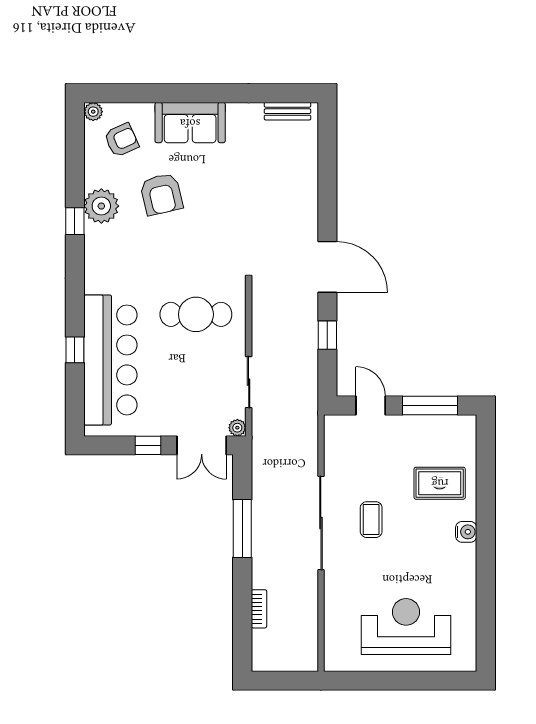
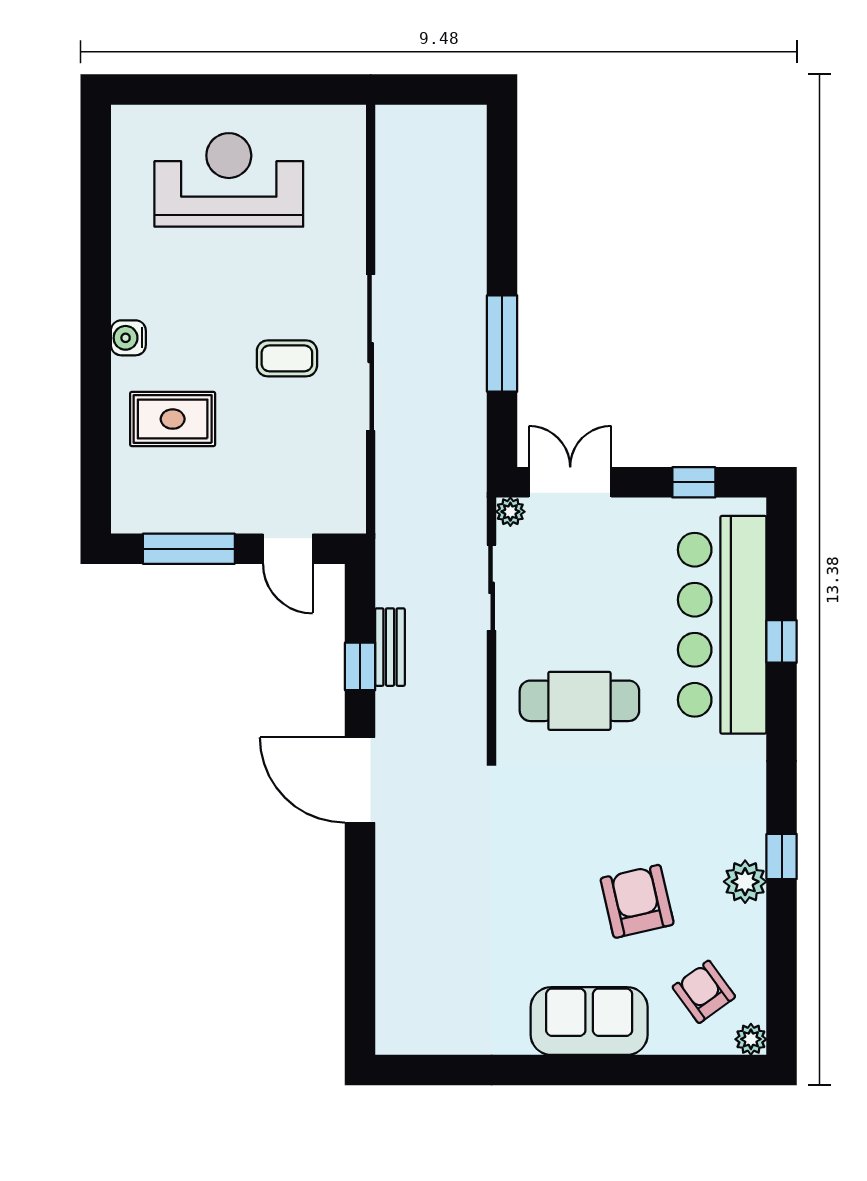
bench: (287, 111) -> (390, 647), moved, turned 90
armchair: (121, 140) -> (704, 992), turned 78
plant: (101, 206) -> (745, 882), width x0.73, depth x0.73
window: (148, 445) -> (694, 482), moved
coffee table: (371, 520) -> (287, 358), turned 90
bookcase: (259, 609) -> (474, 209), removed
reception desk: (406, 626) -> (229, 180), turned 180

